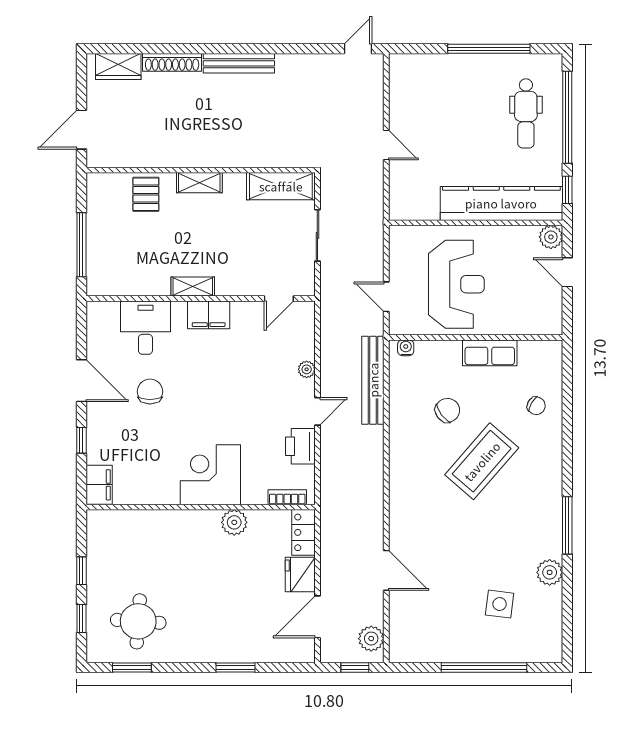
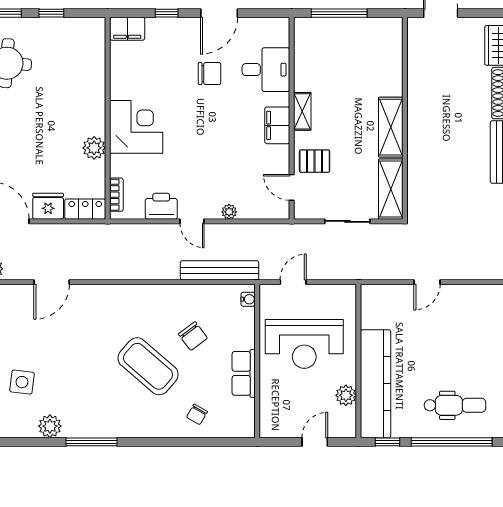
dental chair: (526, 113) -> (455, 405), turned 180
shelving: (199, 183) -> (391, 127), width x1.50, depth x1.33
pallet: (146, 194) -> (315, 161), moved
plant: (551, 237) -> (346, 395), moved

